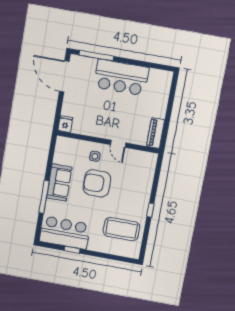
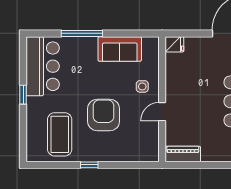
sofa: (59, 183) -> (120, 49), moved
armchair: (97, 183) -> (104, 115), moved
window: (72, 250) -> (23, 95), moved

